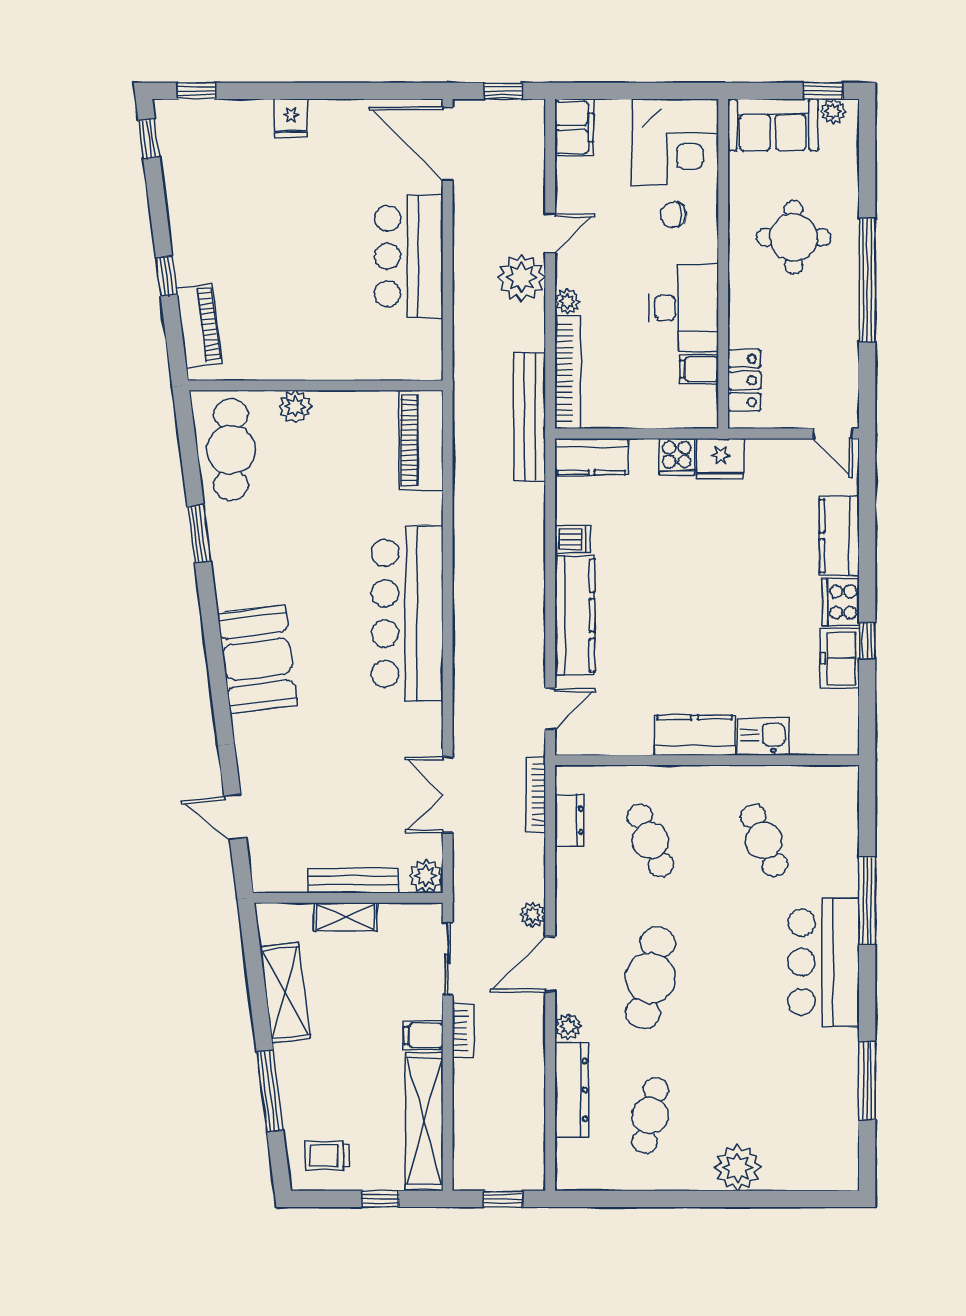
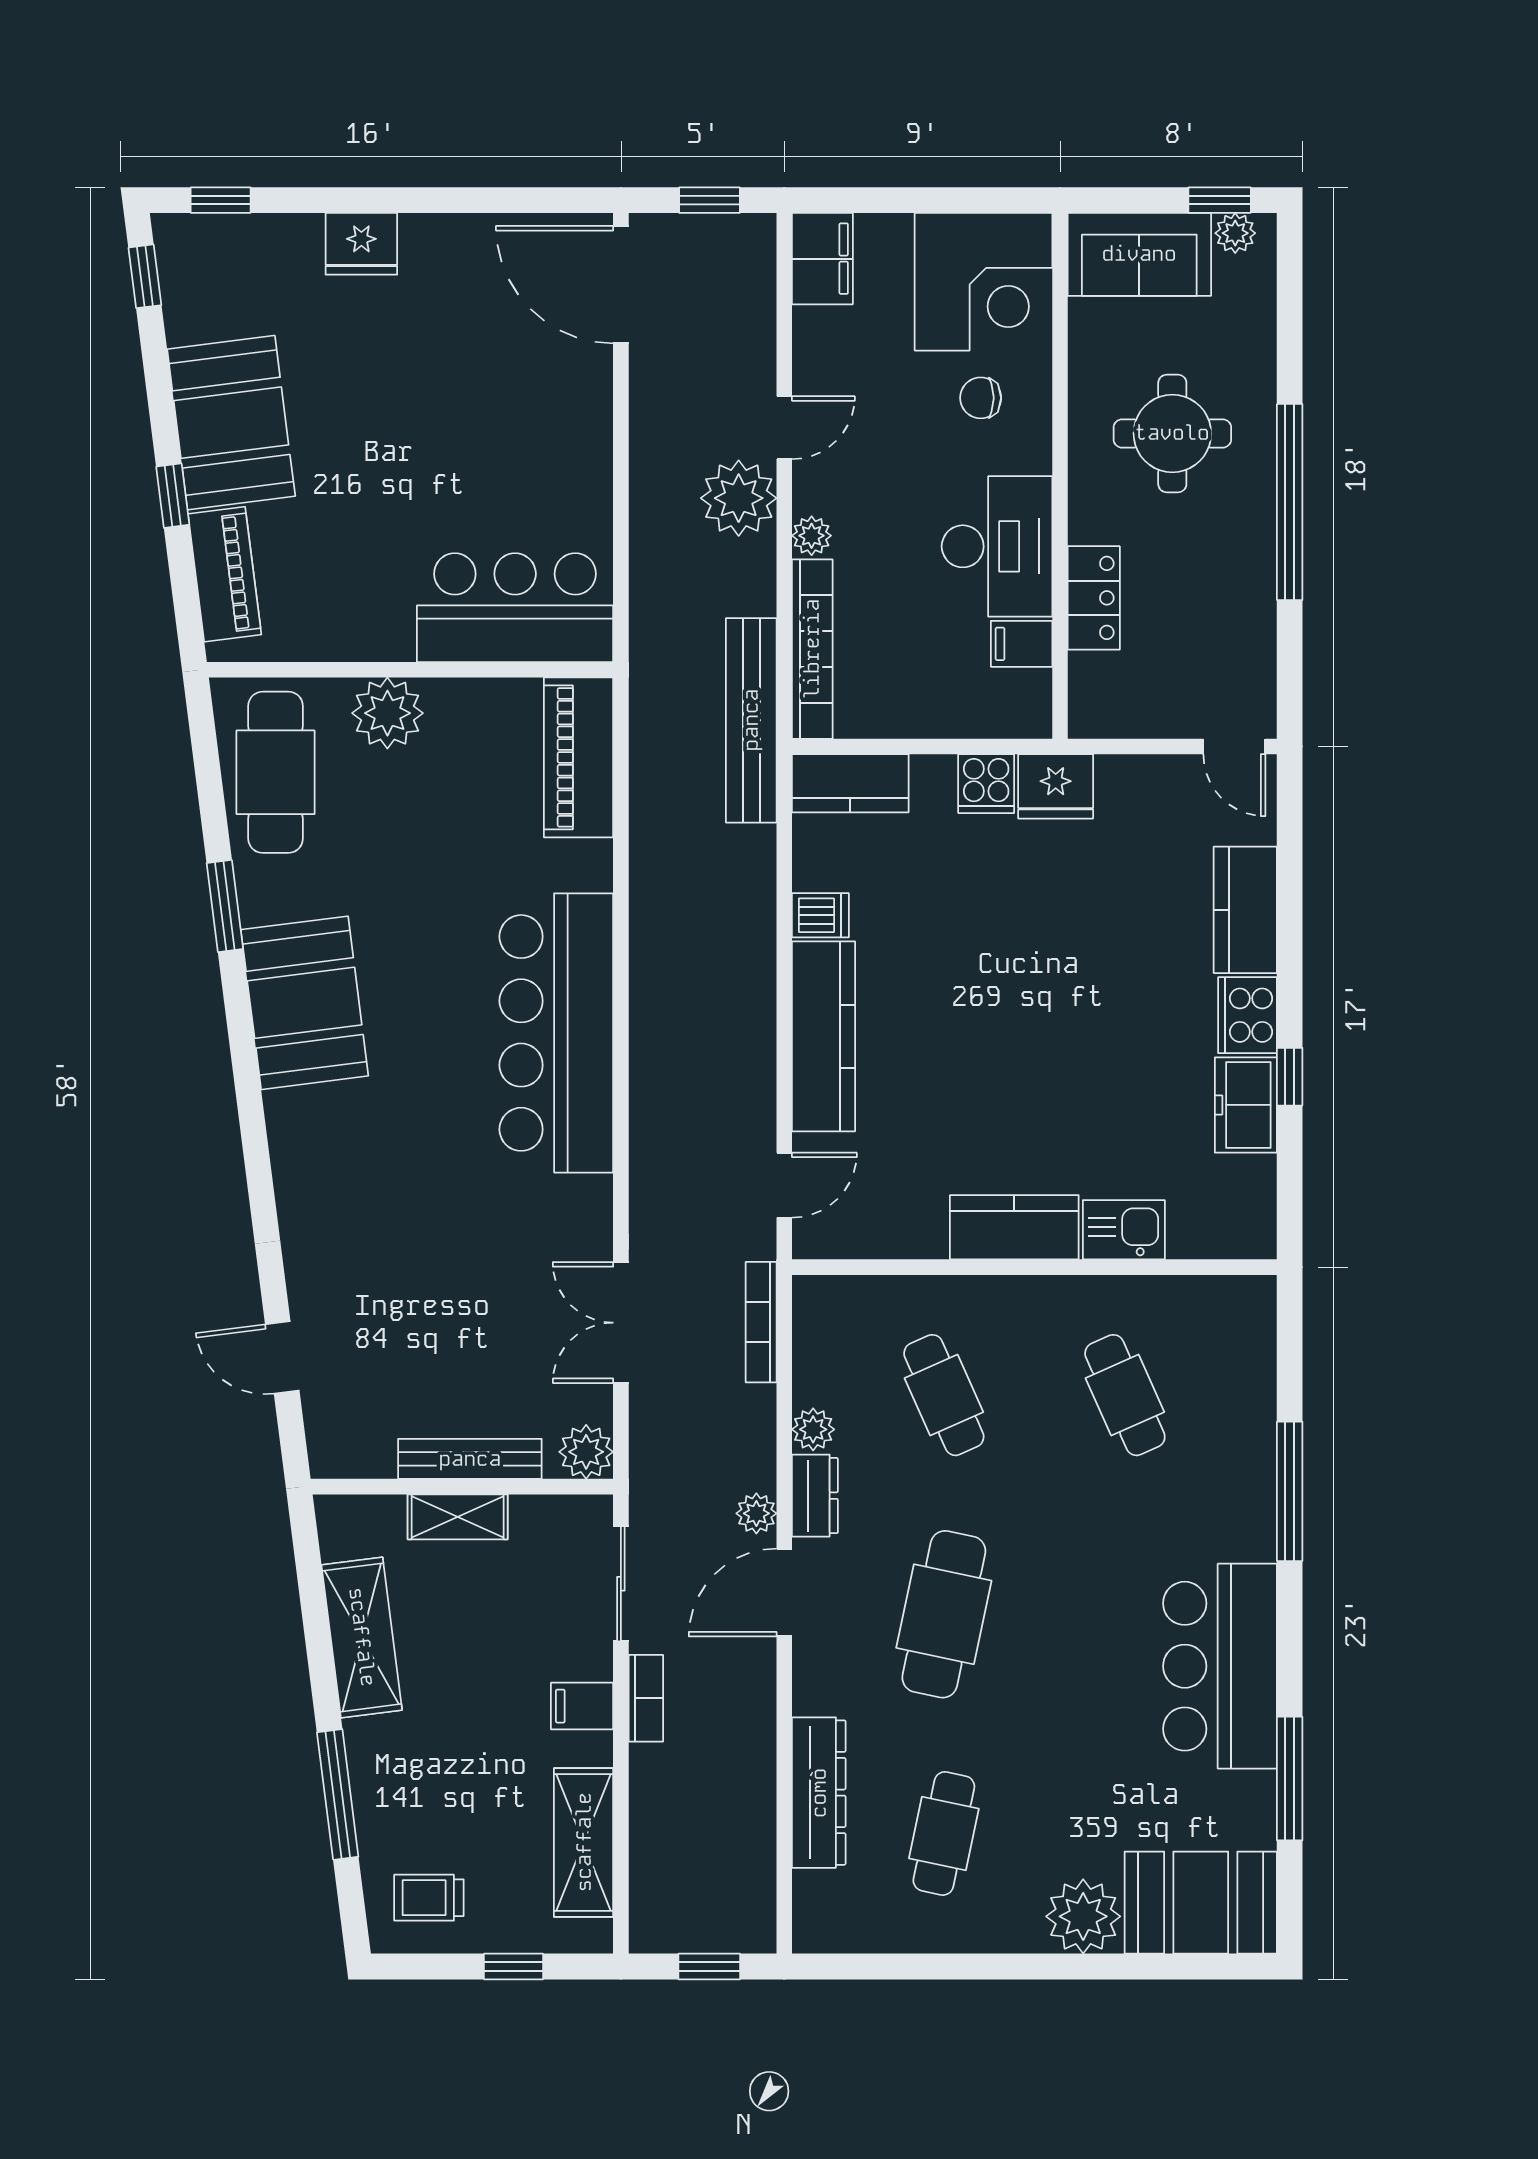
fridge: (291, 118) -> (361, 244), width x1.38
booth: (203, 230) -> (231, 423), added
bar counter: (409, 256) -> (515, 608), moved, turned 90
locker: (744, 380) -> (1094, 598), moved
plant: (295, 407) -> (387, 713), width x1.36, depth x1.36
booth: (257, 659) -> (305, 1003), moved
dresser: (569, 820) -> (815, 1496), moved
bar counter: (824, 962) -> (1220, 1666), moved
plant: (568, 1027) -> (813, 1429), moved
shelving: (424, 1121) -> (584, 1842), width x0.68
booth: (811, 1159) -> (1201, 1903), added

